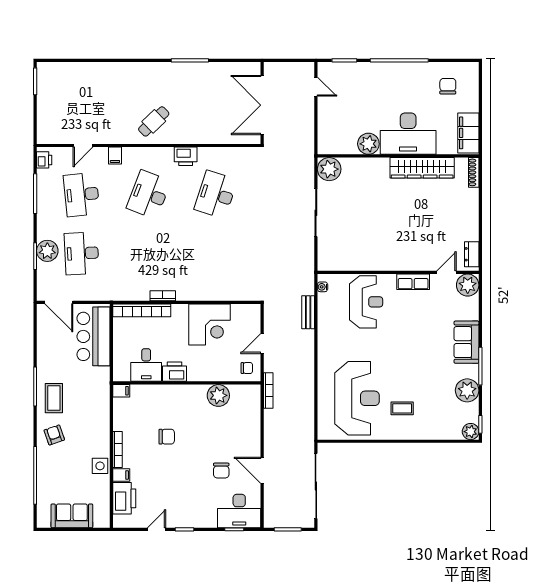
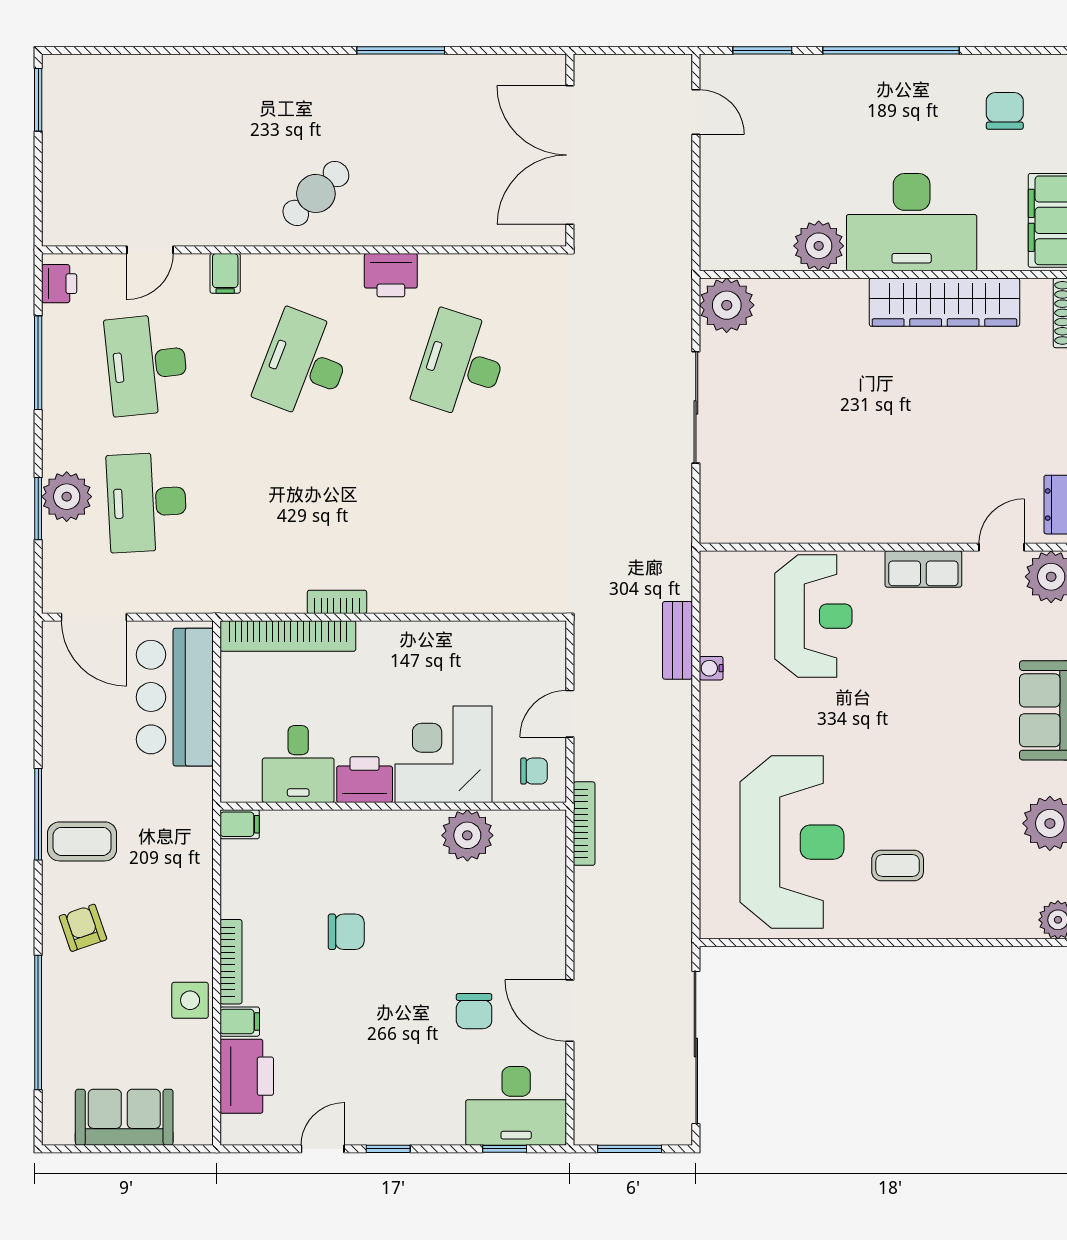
water cooler: (322, 287) -> (711, 668), moved
corner desk: (210, 324) -> (443, 754), moved, turned 180
coffee table: (54, 398) -> (82, 841), turned 90

